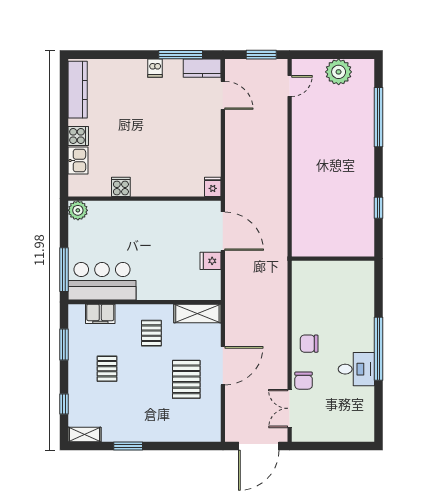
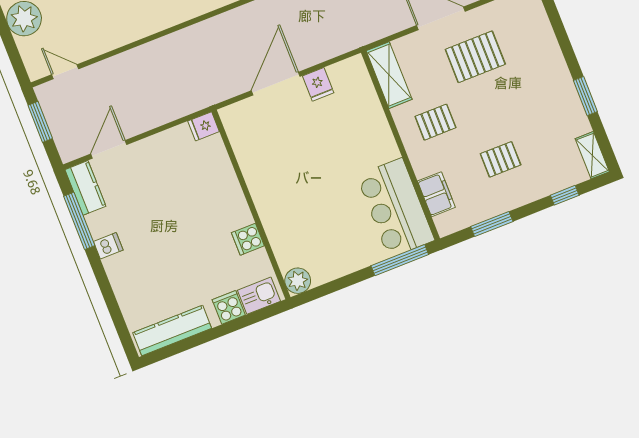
cooker: (121, 187) -> (248, 239), moved
fridge: (213, 187) -> (204, 126), moved
wall: (145, 199) -> (251, 204), moved
plant: (78, 210) -> (298, 281), moved

